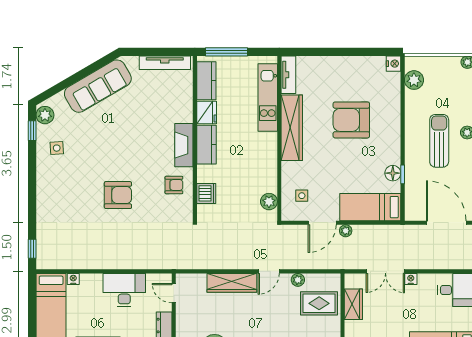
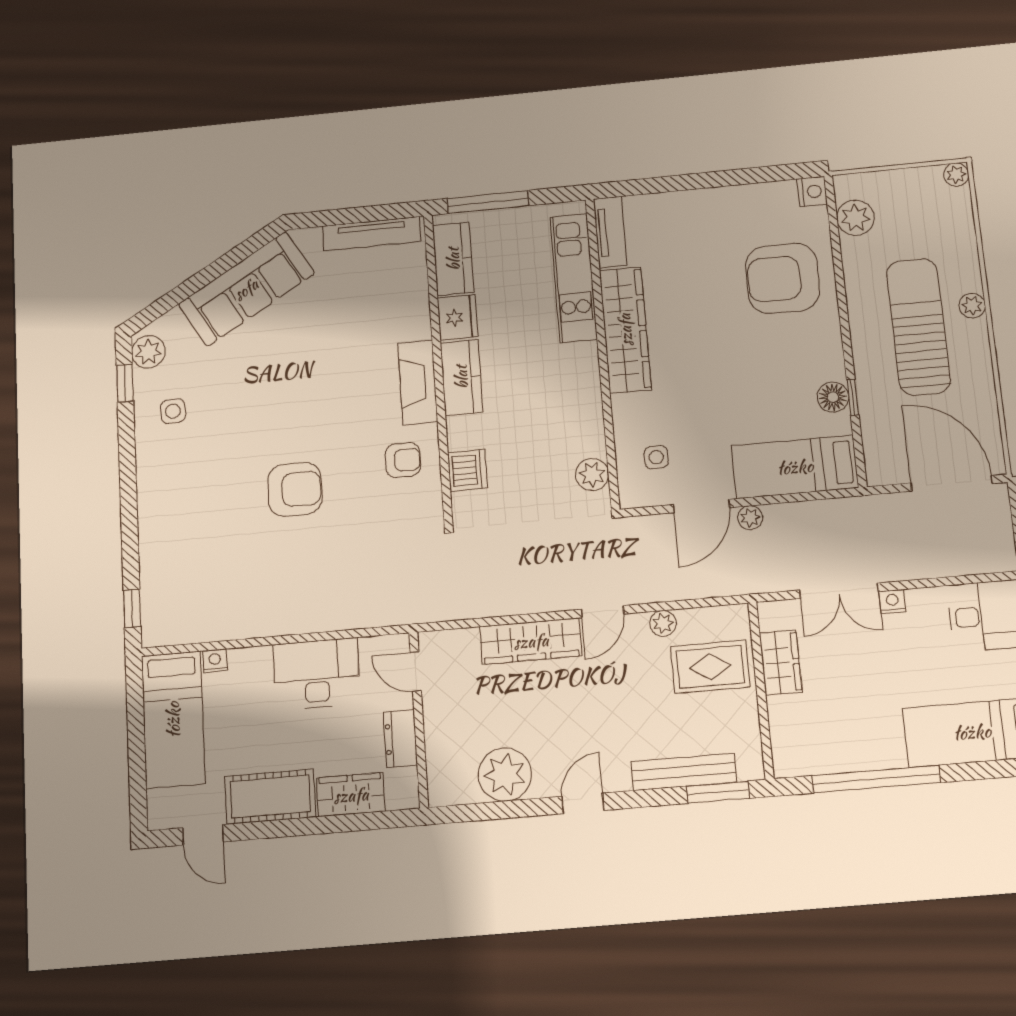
armchair: (351, 120) -> (783, 278), moved
sun lounger: (439, 141) -> (918, 327), width x1.36, depth x1.34

